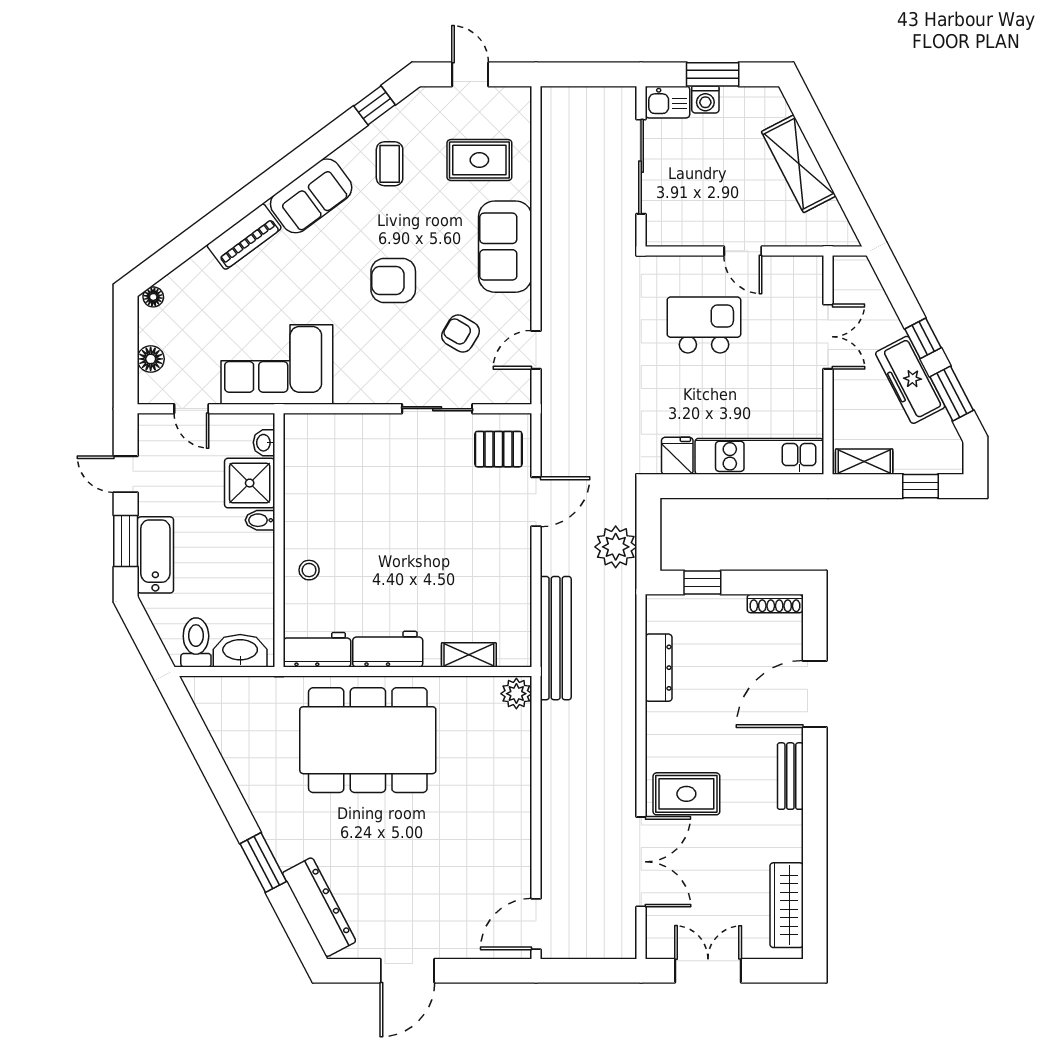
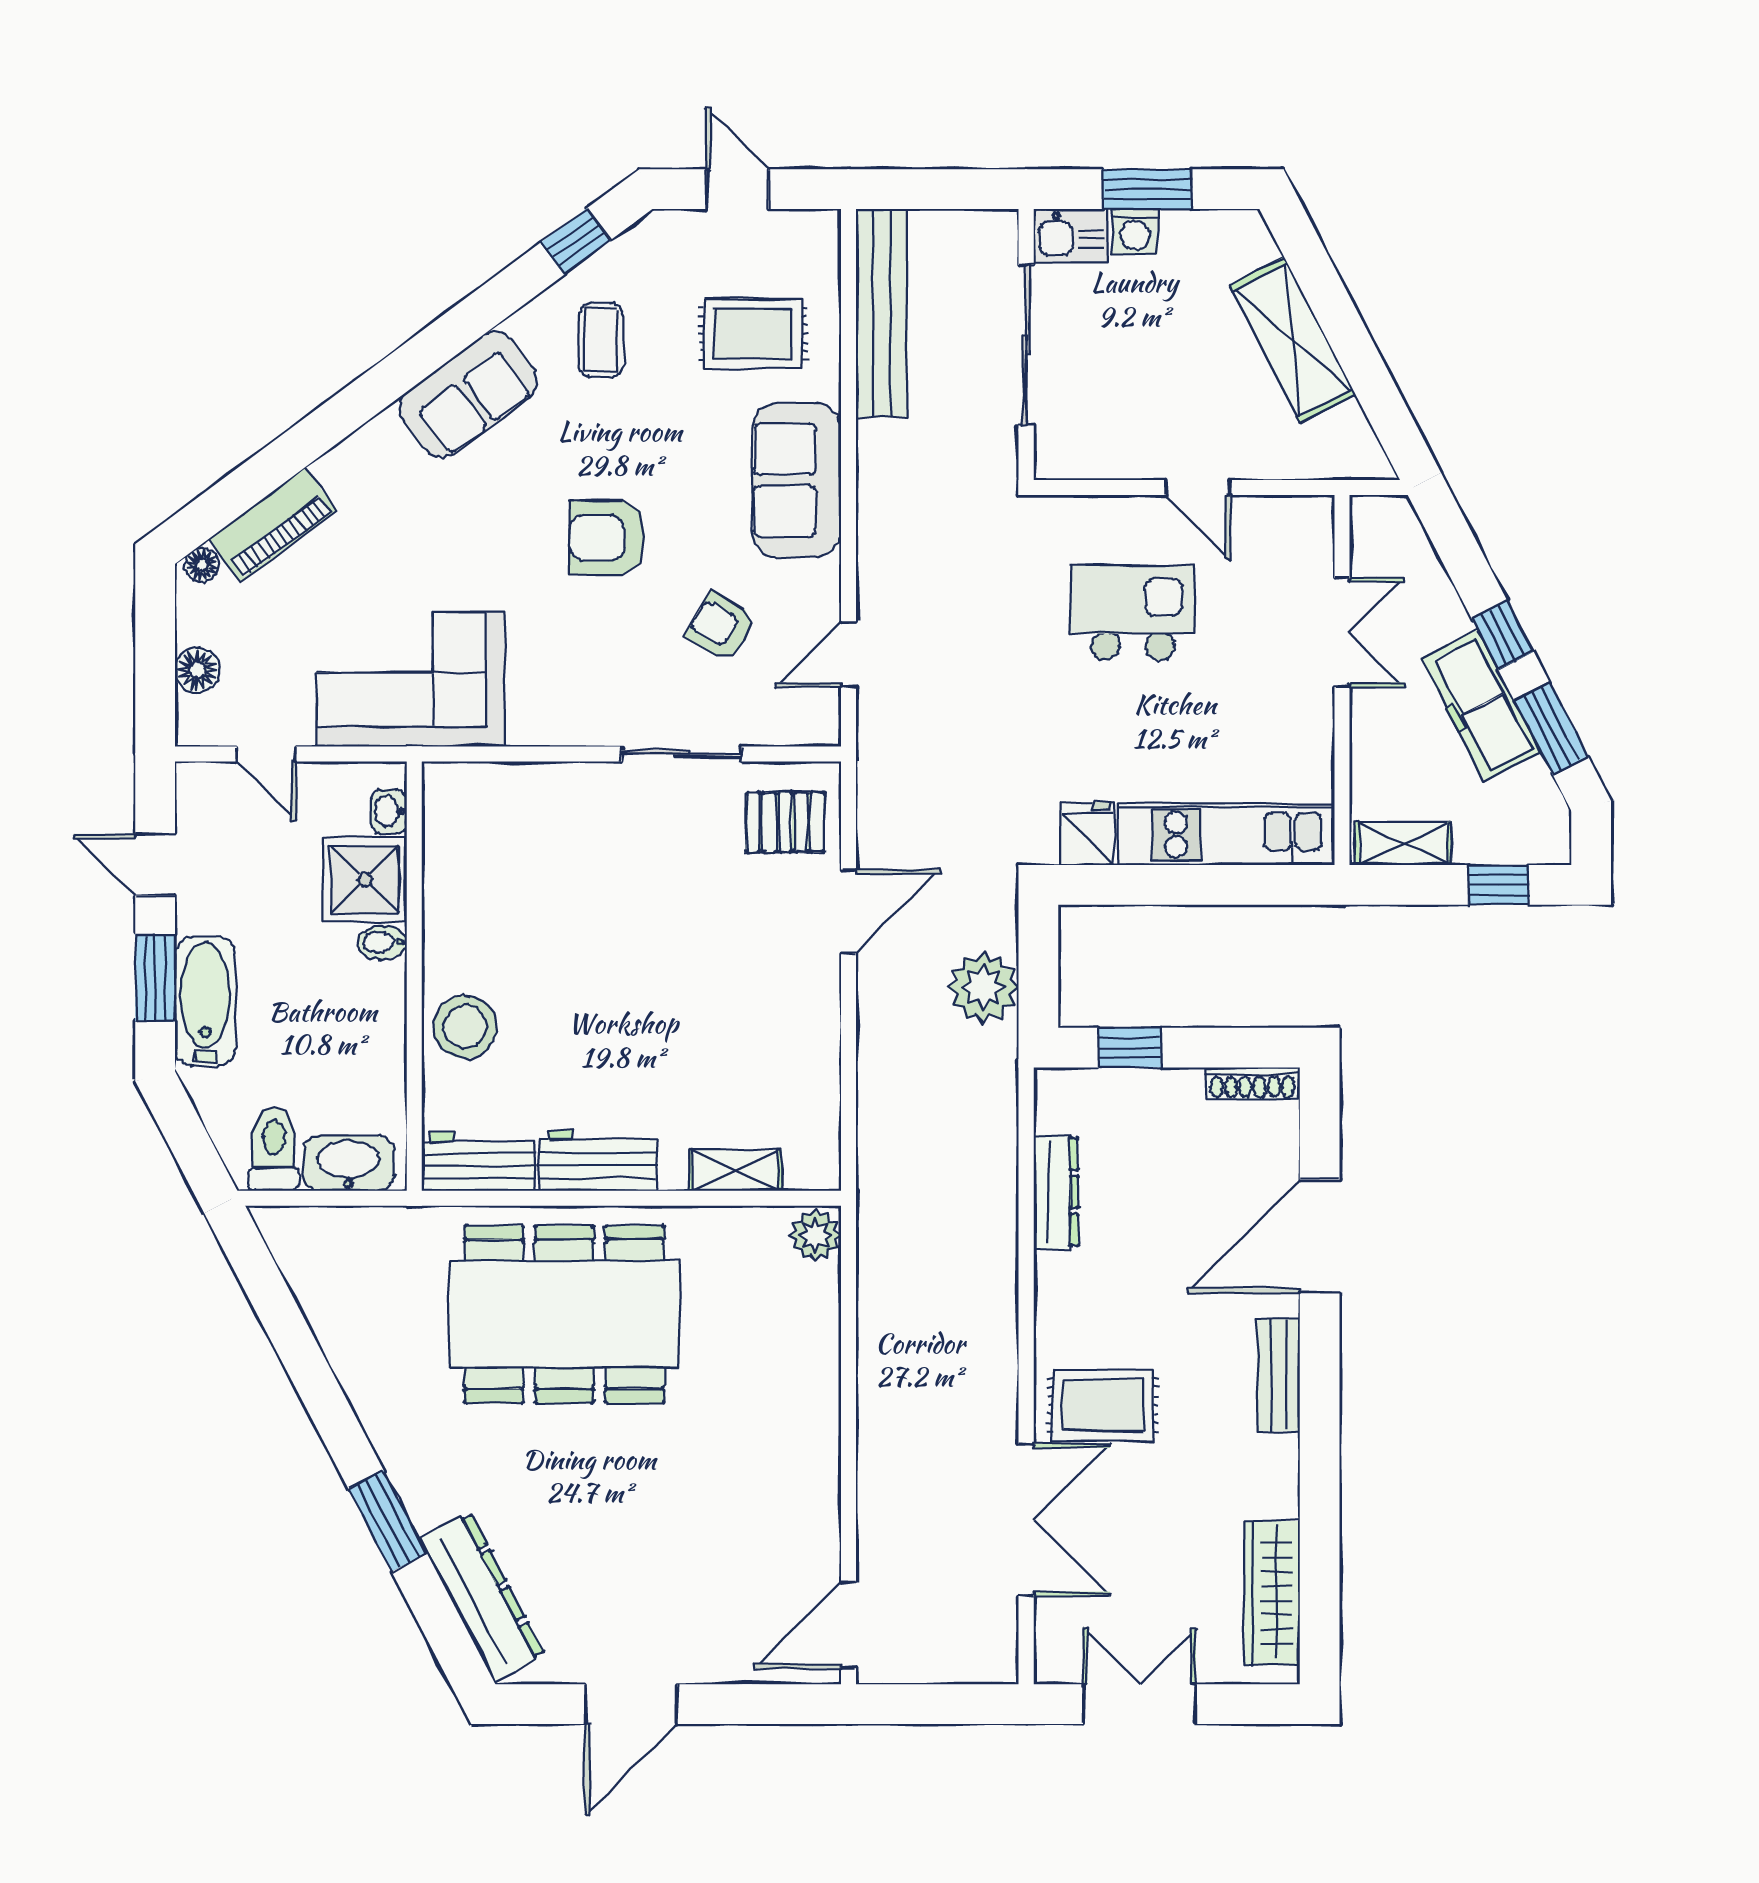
piano: (244, 237) -> (273, 525), moved
stool: (309, 570) -> (465, 1027), width x1.89, depth x1.89
bench: (556, 638) -> (882, 313), moved

